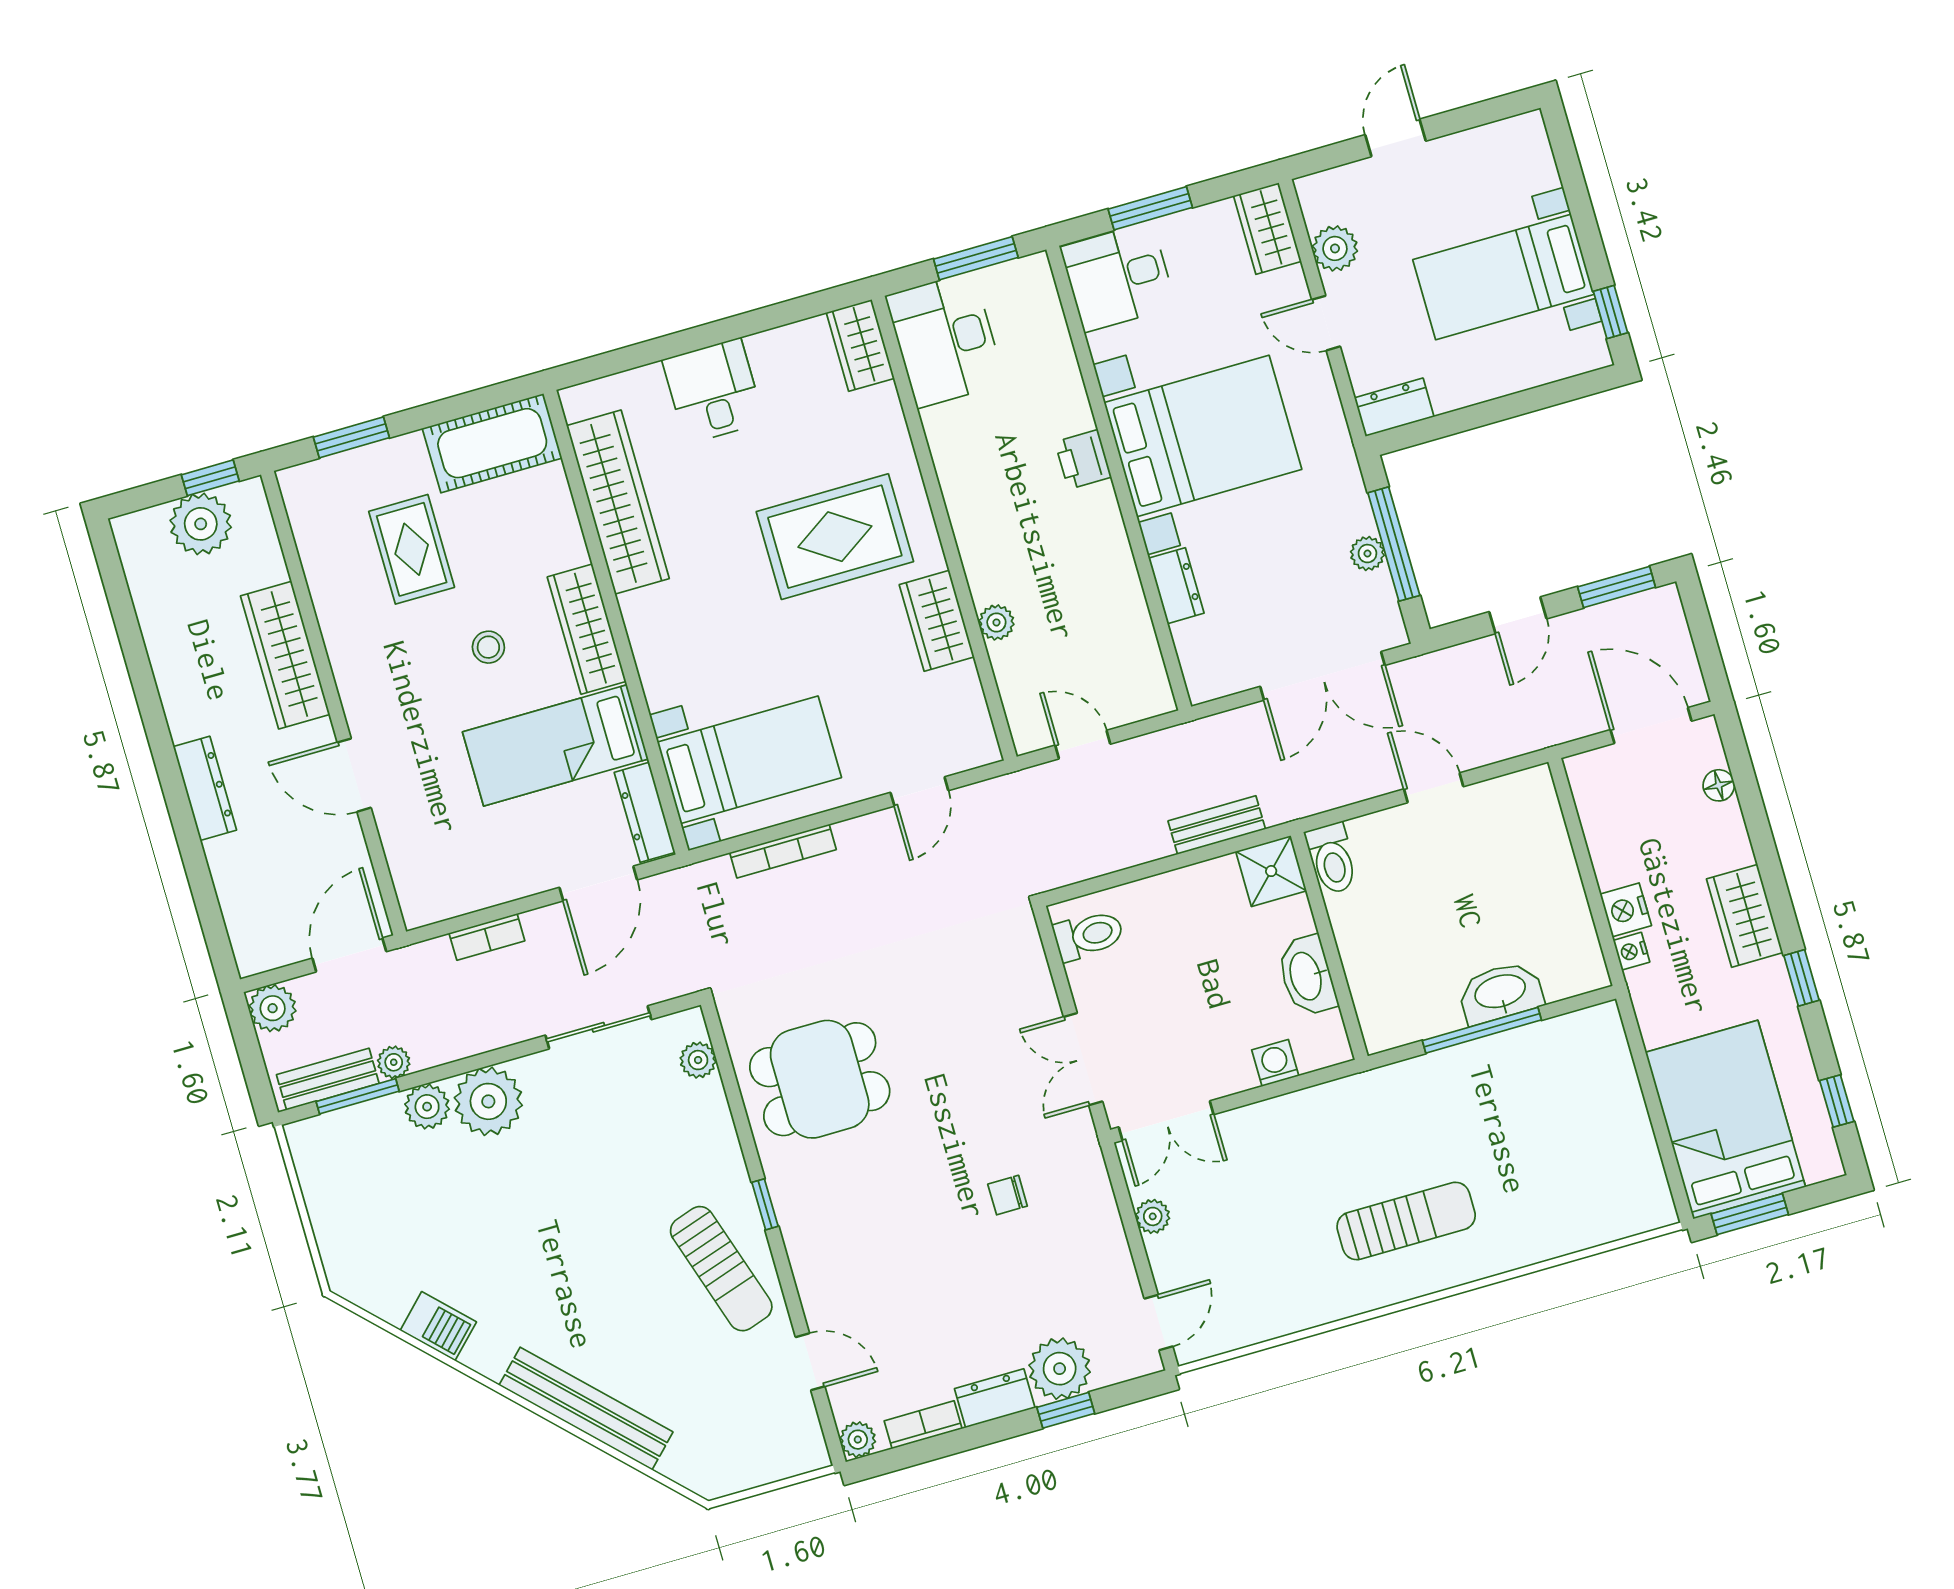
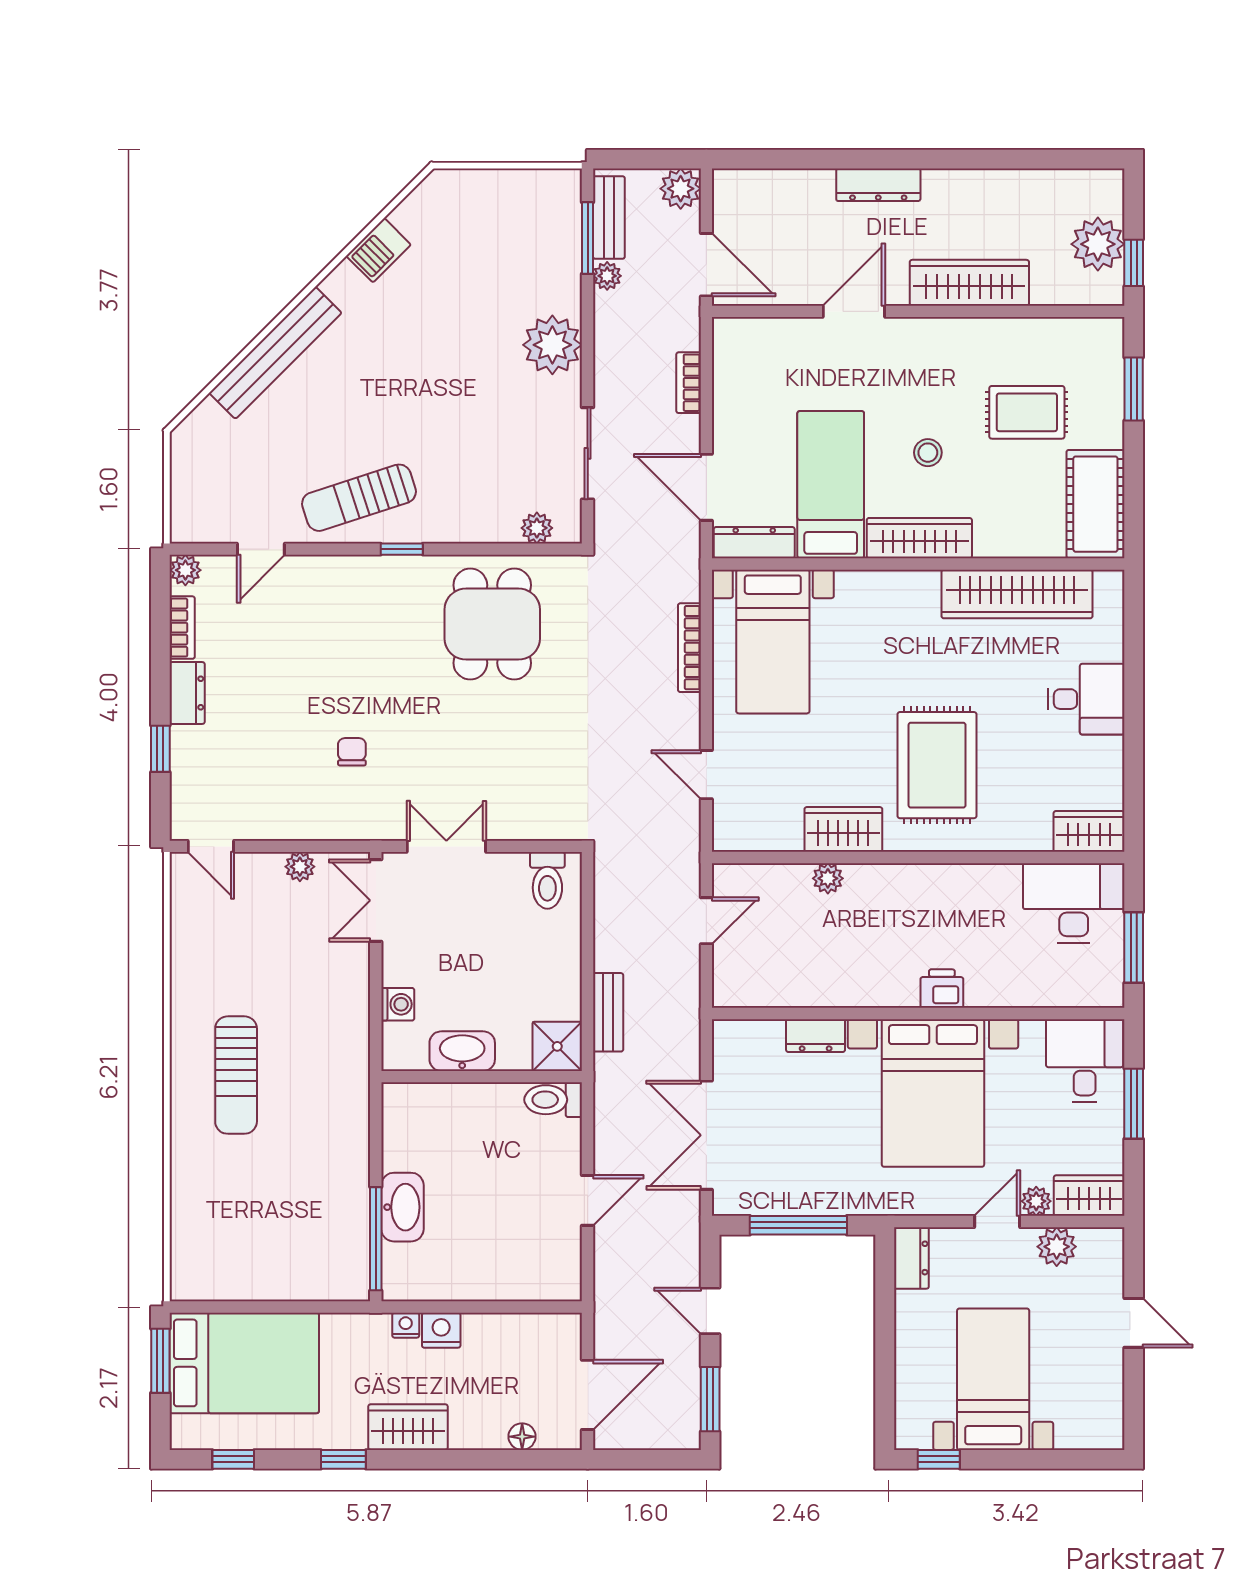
plant: (1367, 554) -> (1036, 1201), moved
window: (1482, 1030) -> (376, 1239), moved
plant: (427, 1107) -> (563, 293), removed
plant: (1060, 1369) -> (196, 754), removed

